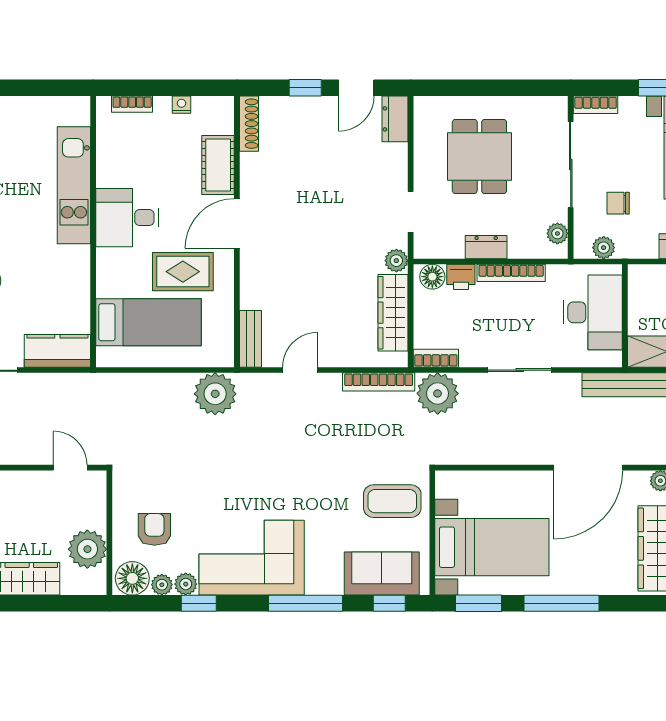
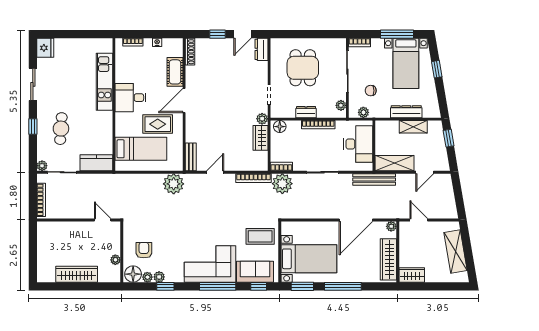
printer: (461, 277) -> (294, 127), removed
wardrobe: (393, 313) -> (261, 138), width x0.67
plant: (87, 549) -> (115, 260), width x0.53, depth x0.53
corner sofa: (252, 558) -> (210, 264), moved

